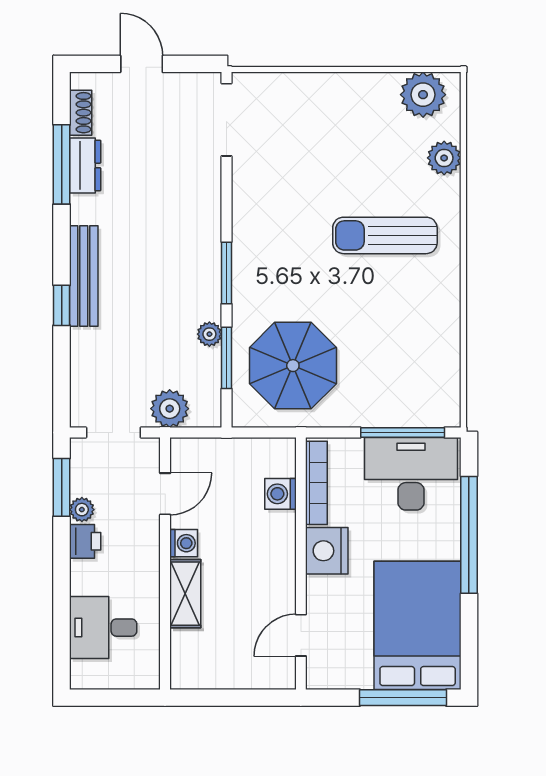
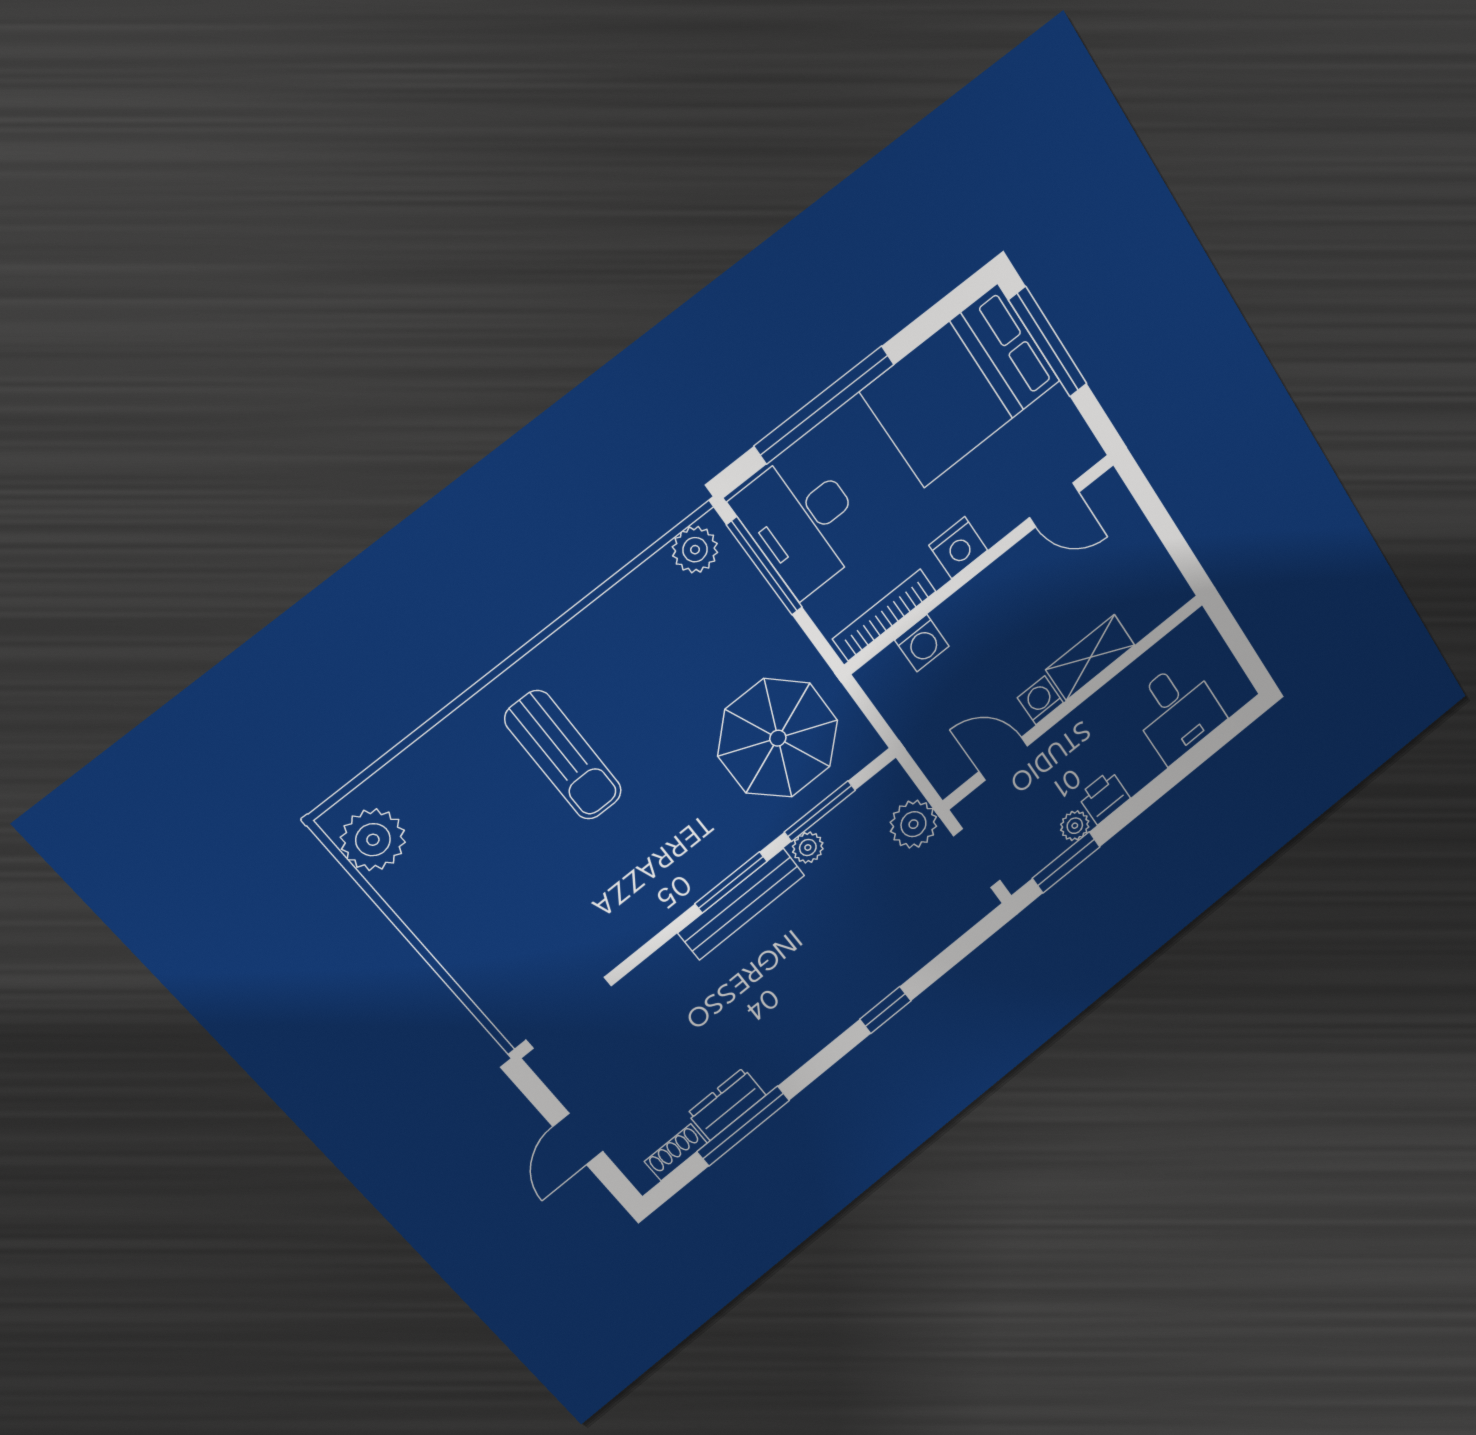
plant: (444, 158) -> (695, 550), moved
bench: (84, 276) -> (741, 904), moved
nightstand: (327, 551) -> (958, 548), width x0.74, depth x0.75

